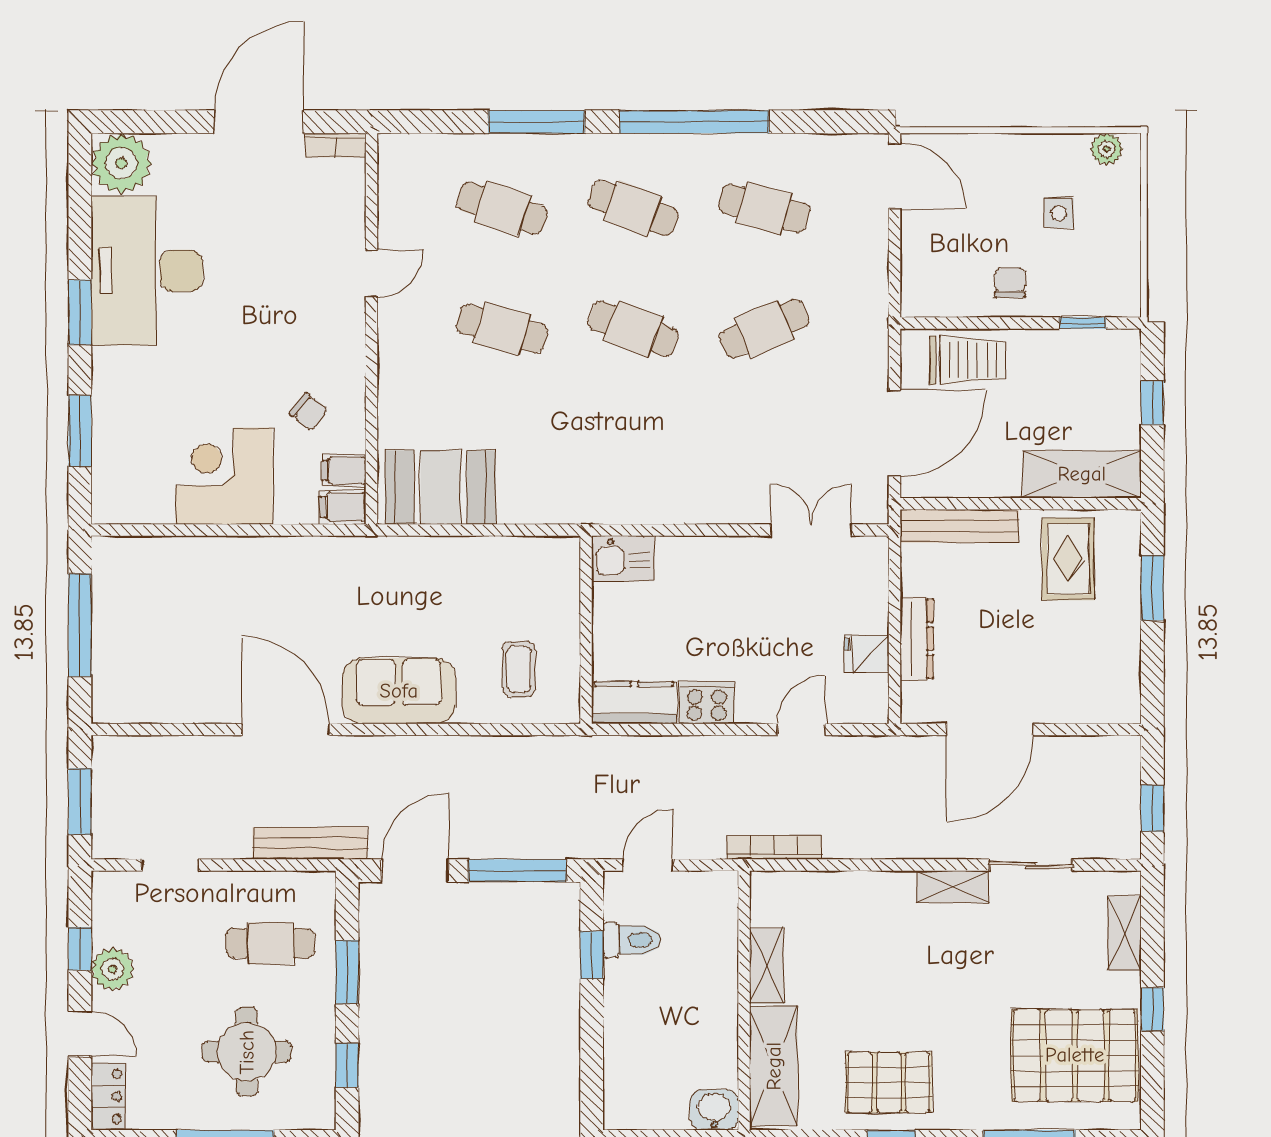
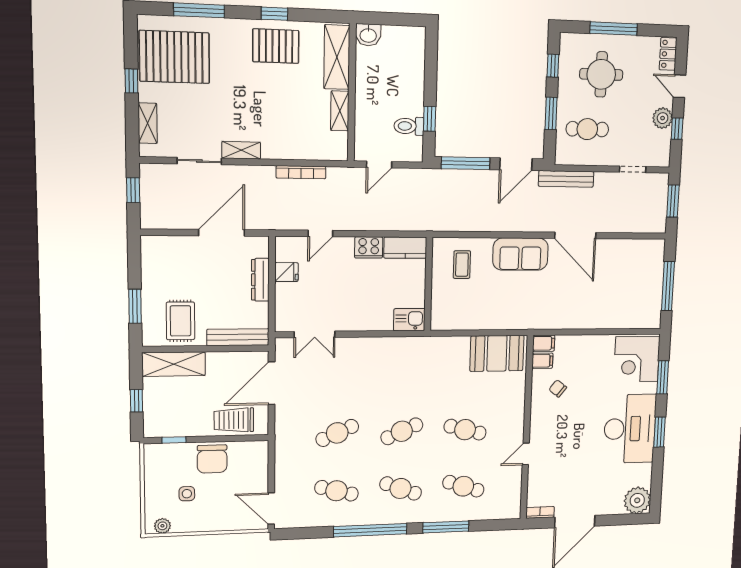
desk: (147, 271) -> (630, 429), moved
chair: (1010, 283) -> (212, 459), width x1.87, depth x1.87
cafe table: (633, 329) -> (402, 431), turned -45
corner desk: (224, 476) -> (637, 359), moved, turned 90
bookcase: (774, 847) -> (301, 172), moved
door: (648, 865) -> (379, 164), moved

